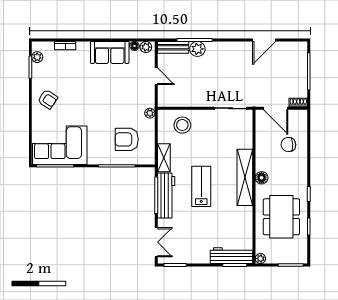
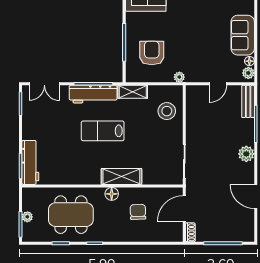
plant: (197, 49) -> (246, 154), moved
chair: (288, 145) -> (138, 212), moved
shelving: (245, 177) -> (121, 176), width x0.68
lab bench: (201, 186) -> (103, 131), turned 180
plant: (260, 259) -> (27, 217), moved

